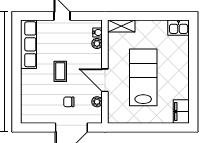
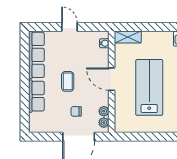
plant: (97, 43) -> (104, 123), moved
door: (105, 80) -> (112, 79), moved
row of seats: (28, 86) -> (36, 96), added

